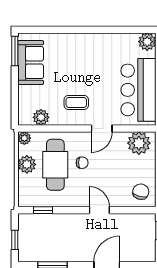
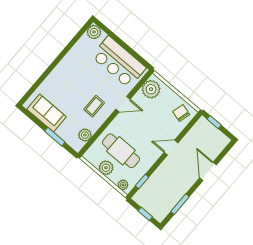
window: (15, 51) -> (55, 137), moved
door: (102, 129) -> (123, 104), hinge flipped
plant: (24, 138) -> (123, 185), moved
chair: (82, 163) -> (134, 134), removed

